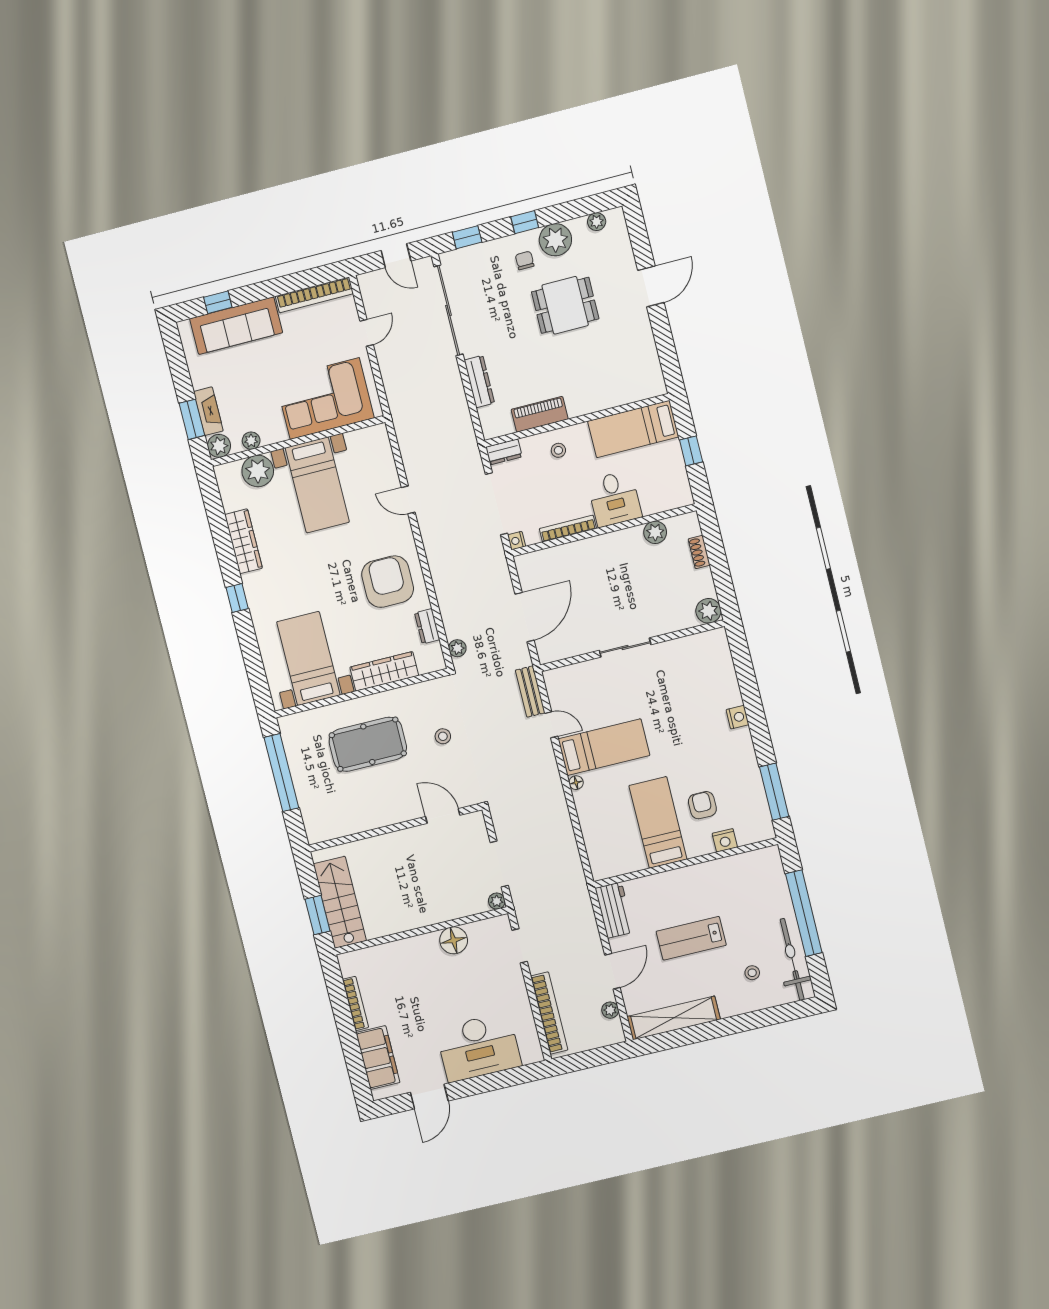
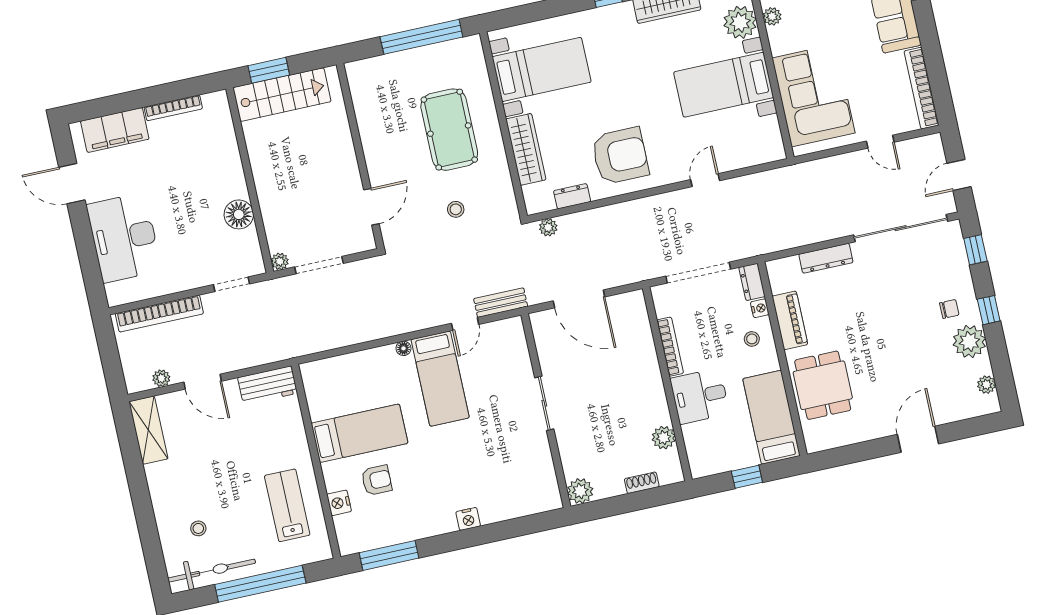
door: (651, 286) -> (918, 439), swing flipped
dining table: (565, 305) -> (823, 385), moved
nightstand: (517, 541) -> (760, 308), moved, turned 90
lab bench: (691, 938) -> (287, 505), moved
shelving: (674, 1018) -> (148, 430), width x0.68

